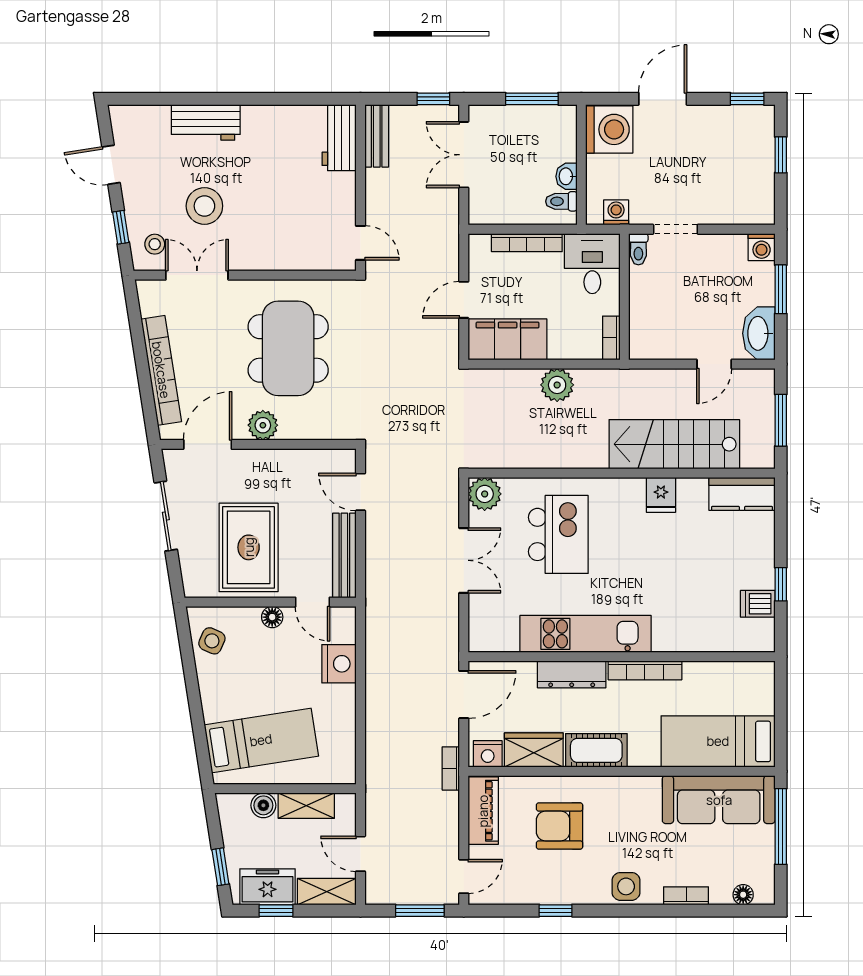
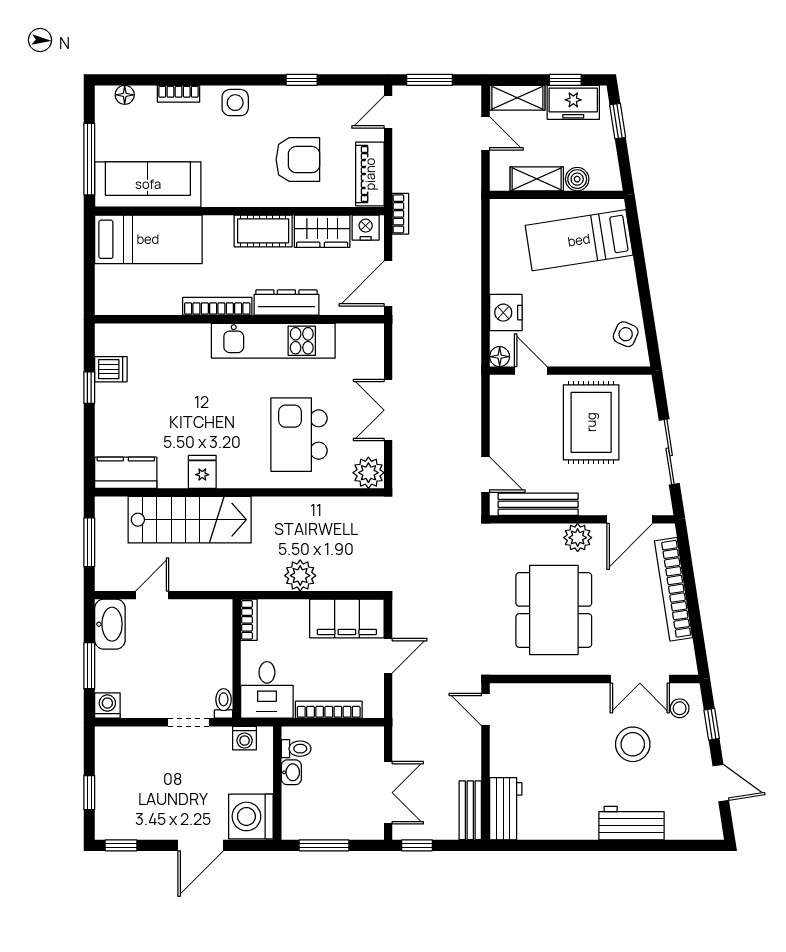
bench: (344, 556) -> (538, 504), moved, turned 90
floor lamp: (272, 617) -> (500, 357), moved

